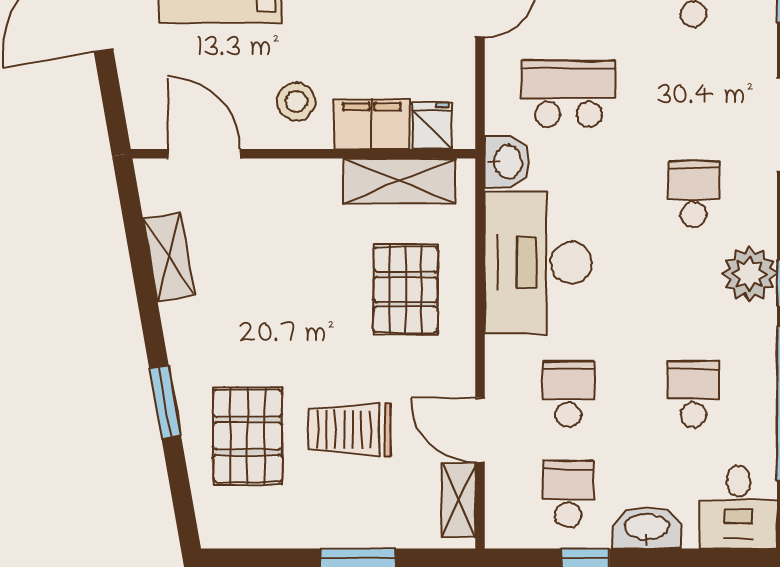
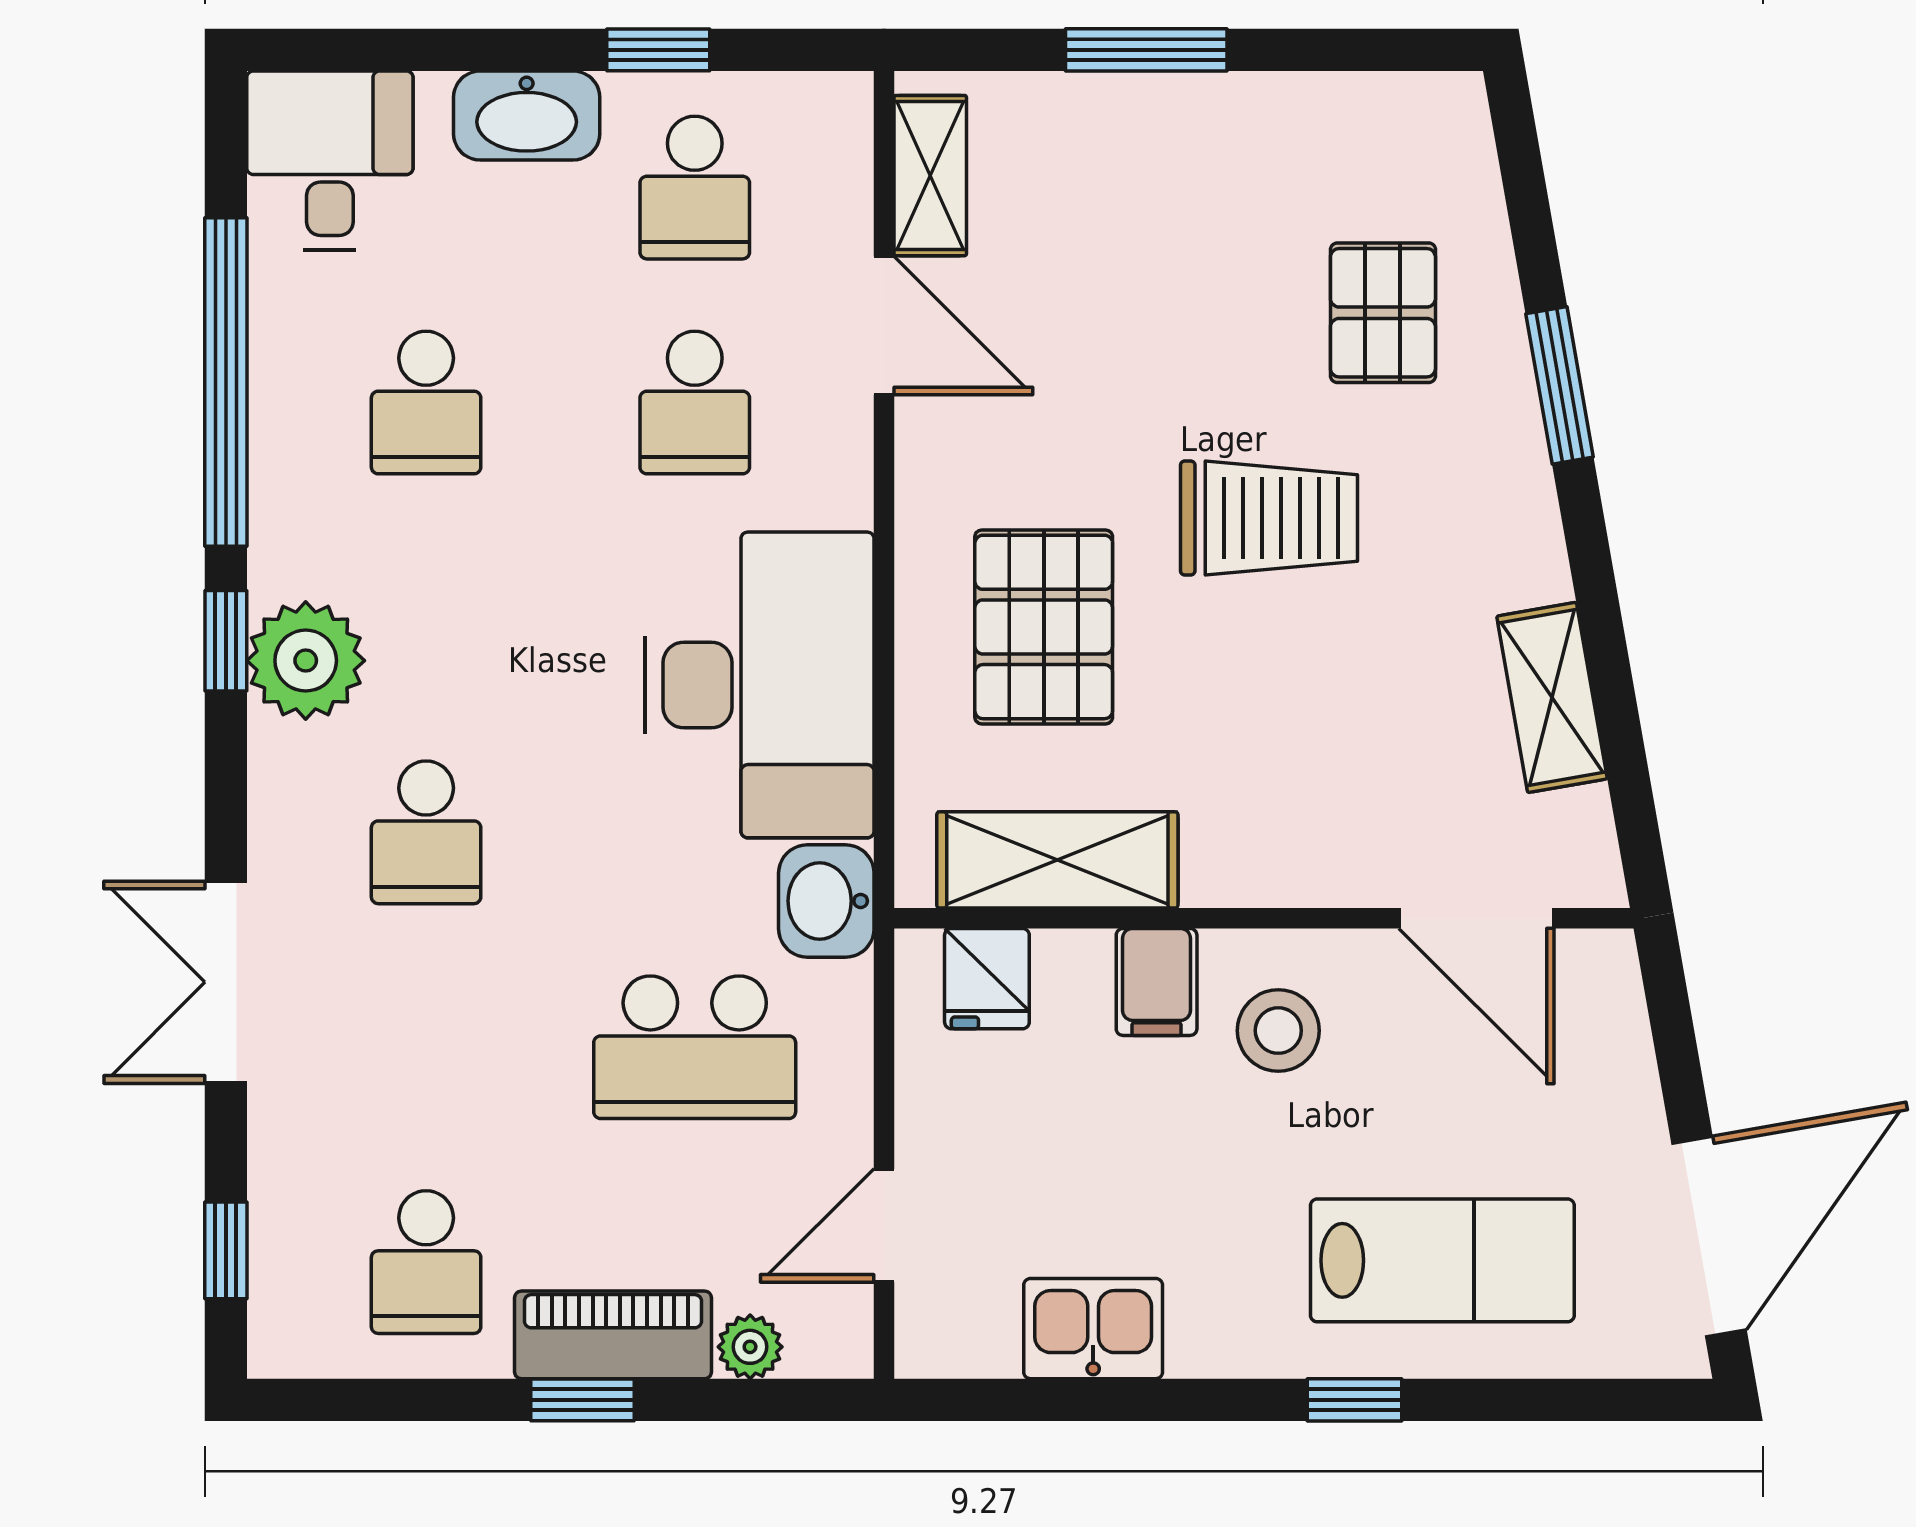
filing cabinet: (372, 124) -> (1157, 982), width x0.50
trolley: (350, 430) -> (1269, 518), moved
pallet: (247, 436) -> (1383, 313), width x0.67, depth x0.71

